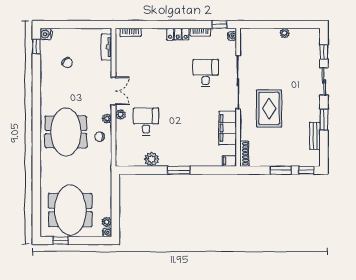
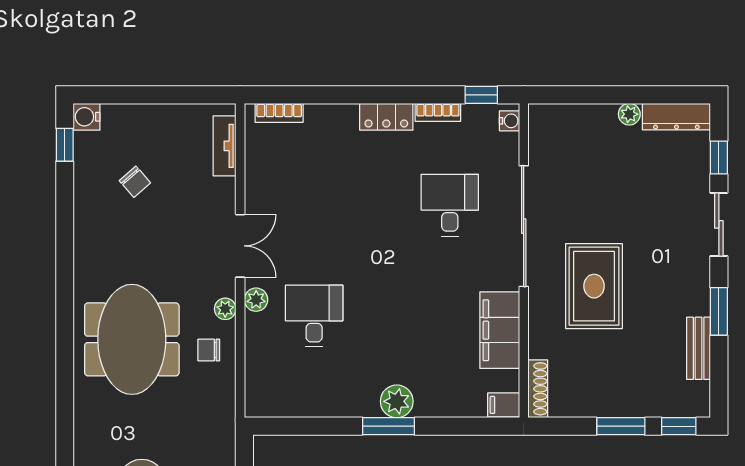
dresser: (305, 34) -> (676, 117), added
plant: (152, 159) -> (397, 401), moved

